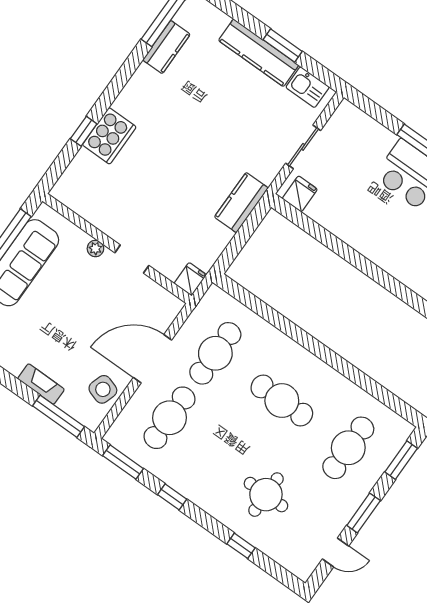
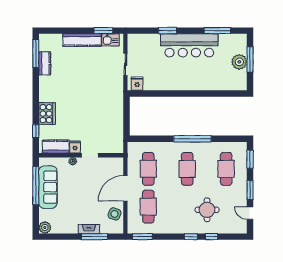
window: (283, 46) -> (103, 31), moved
window: (84, 131) -> (36, 131), moved
kitchen counter: (241, 203) -> (56, 147), moved, turned 90
fridge: (190, 279) -> (75, 147), moved
window: (327, 355) -> (192, 139), added
cafe table: (282, 401) -> (187, 169), turned 90
window: (59, 416) -> (94, 237), moved
window: (172, 497) -> (191, 237), moved
door: (335, 552) -> (250, 213), swing flipped

